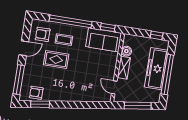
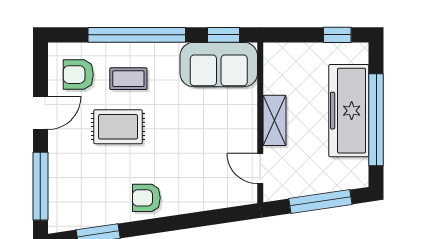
boiler: (126, 51) -> (275, 82), removed
armchair: (36, 93) -> (146, 198), moved

